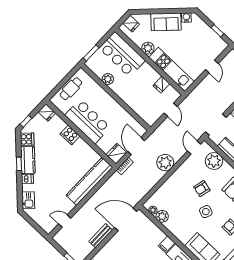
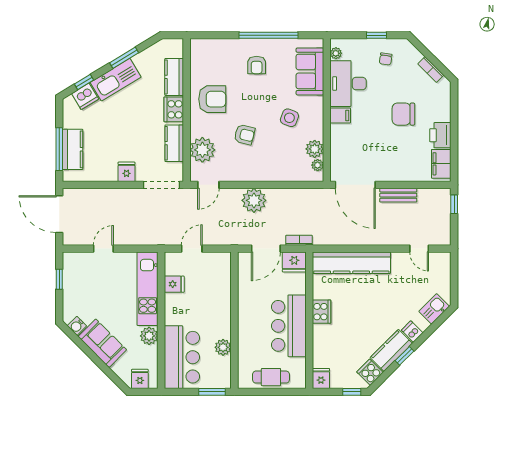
cooker: (70, 135) -> (322, 312), moved
side table: (206, 212) -> (289, 118), moved

